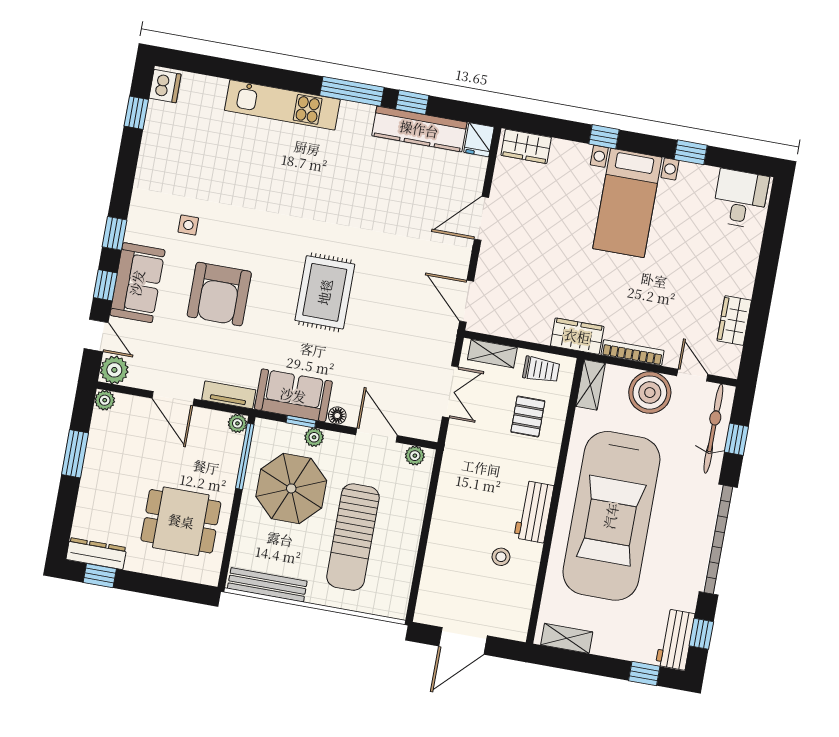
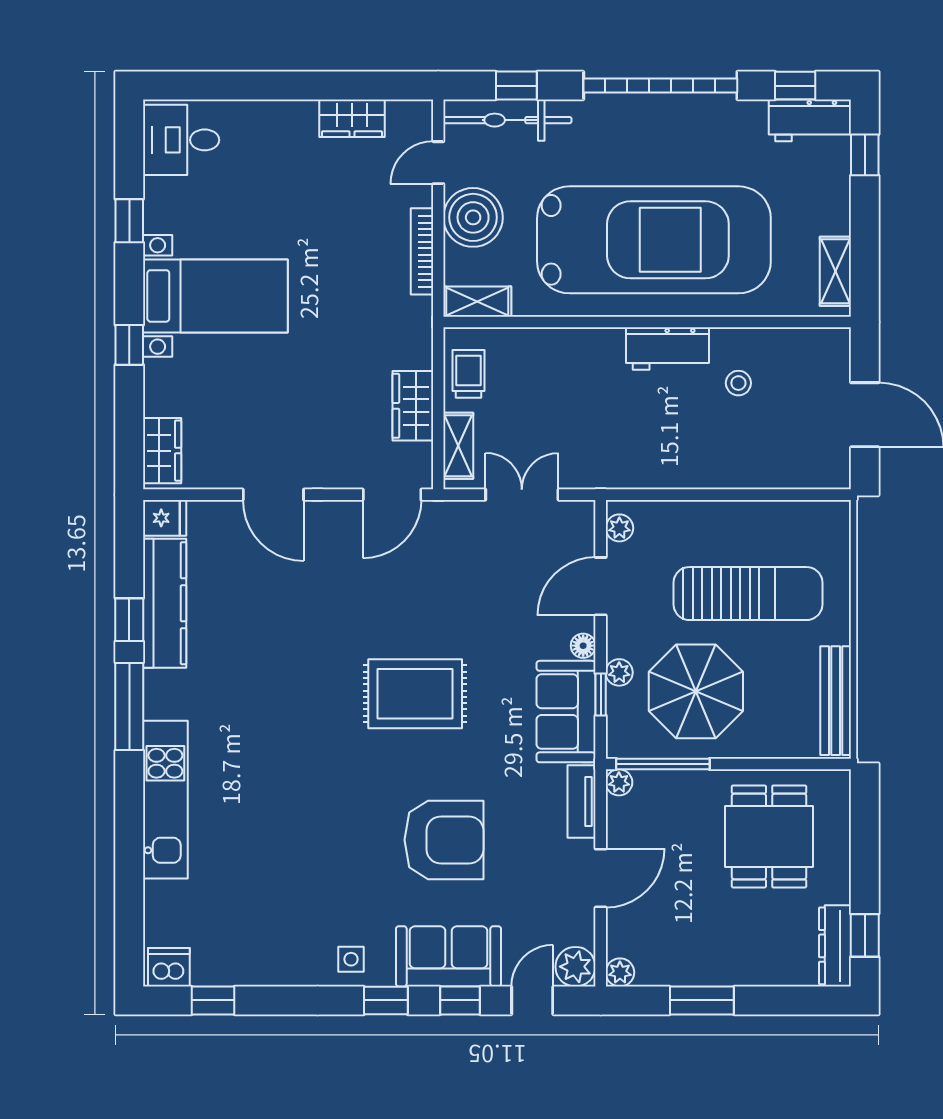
side table: (188, 225) -> (351, 959), moved
wardrobe: (577, 336) -> (413, 406), moved
pallet: (528, 416) -> (537, 381), removed

